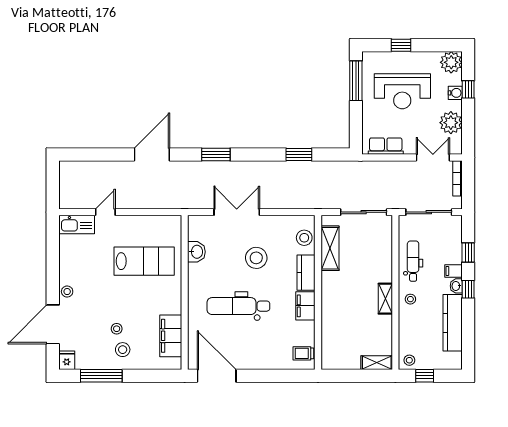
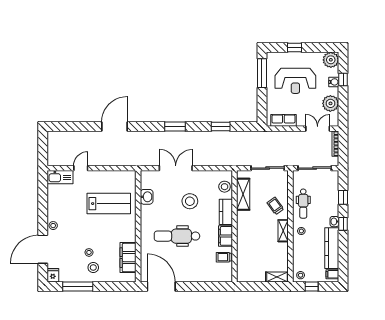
window: (216, 154) -> (175, 126), moved
dental chair: (413, 261) -> (303, 204), turned 180
trolley: (374, 264) -> (275, 206), added
filing cabinet: (453, 271) -> (332, 274), moved
trolley: (303, 353) -> (224, 257), moved

